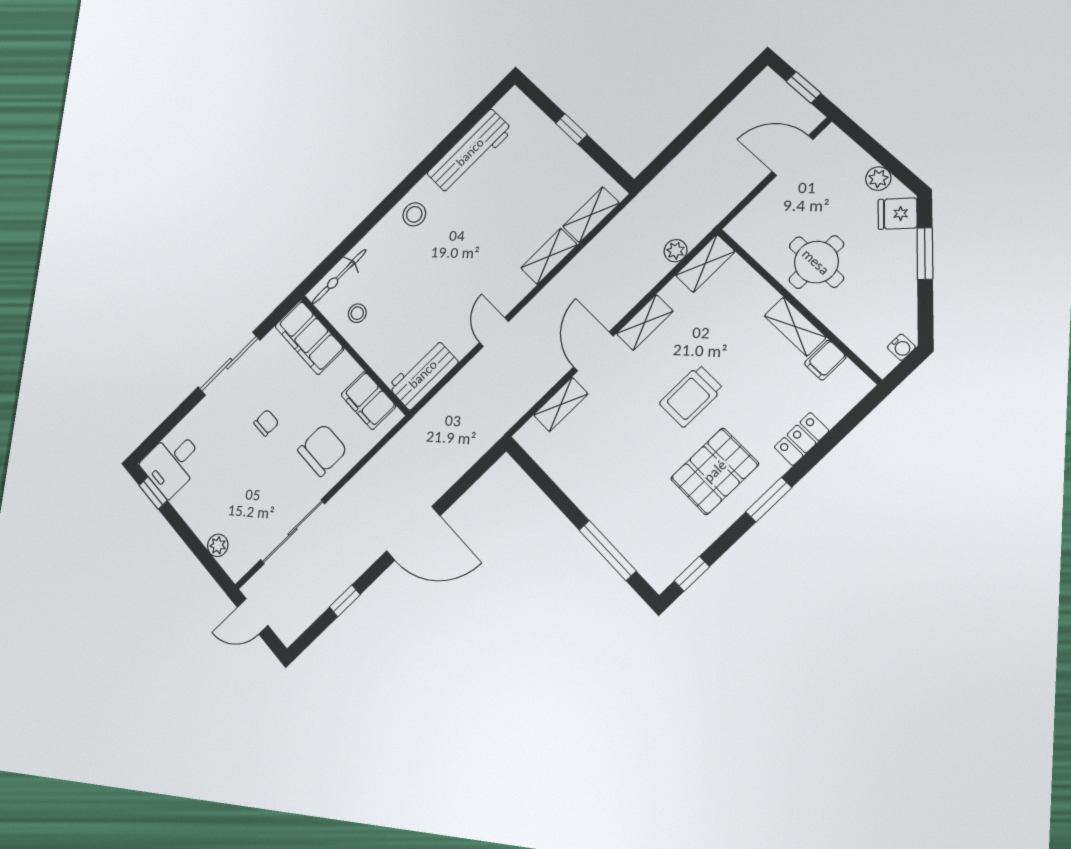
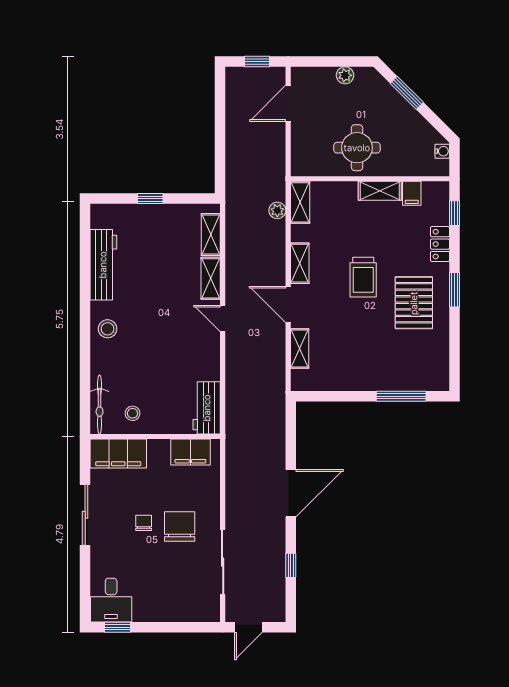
fridge: (898, 214) -> (373, 85), removed
door: (494, 332) -> (223, 318), moved
chair: (322, 450) -> (180, 526), moved
plant: (218, 545) -> (187, 614), removed
window: (692, 574) -> (454, 213), moved

